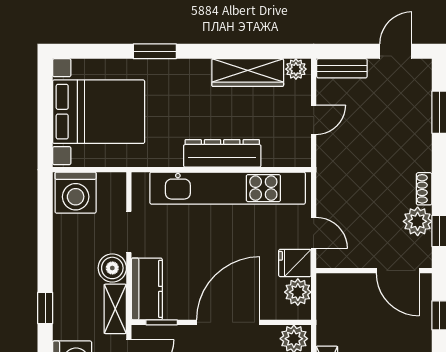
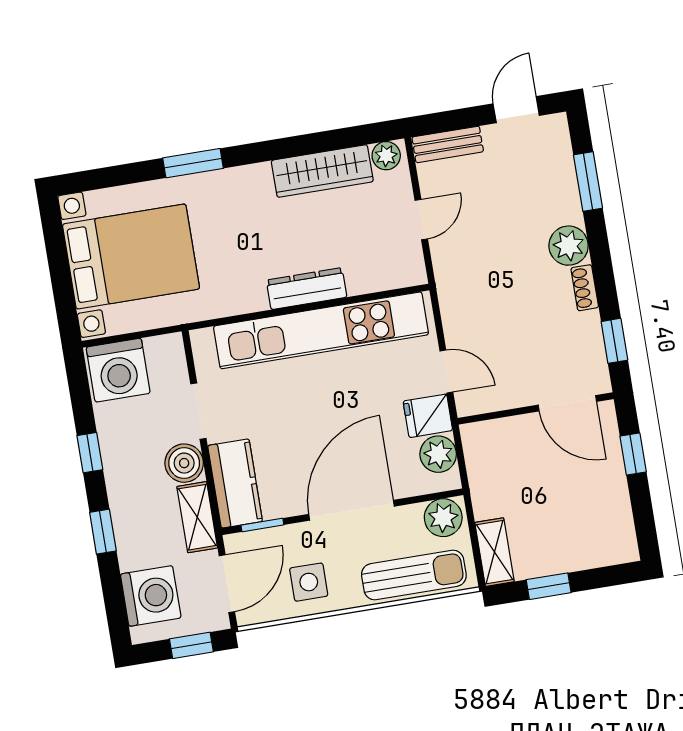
dresser: (222, 153) -> (307, 289), width x0.73, depth x0.80
plant: (418, 221) -> (569, 246), moved
window: (45, 249) -> (90, 453), added

